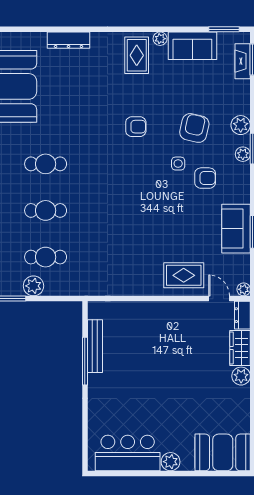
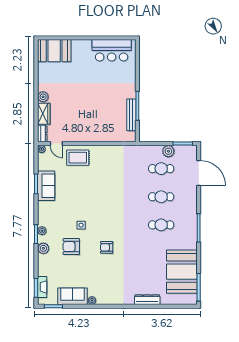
rug: (137, 55) -> (106, 290), removed
armchair: (194, 128) -> (71, 247), turned 77
armchair: (205, 178) -> (65, 216), removed
plant: (171, 462) -> (86, 45), removed

